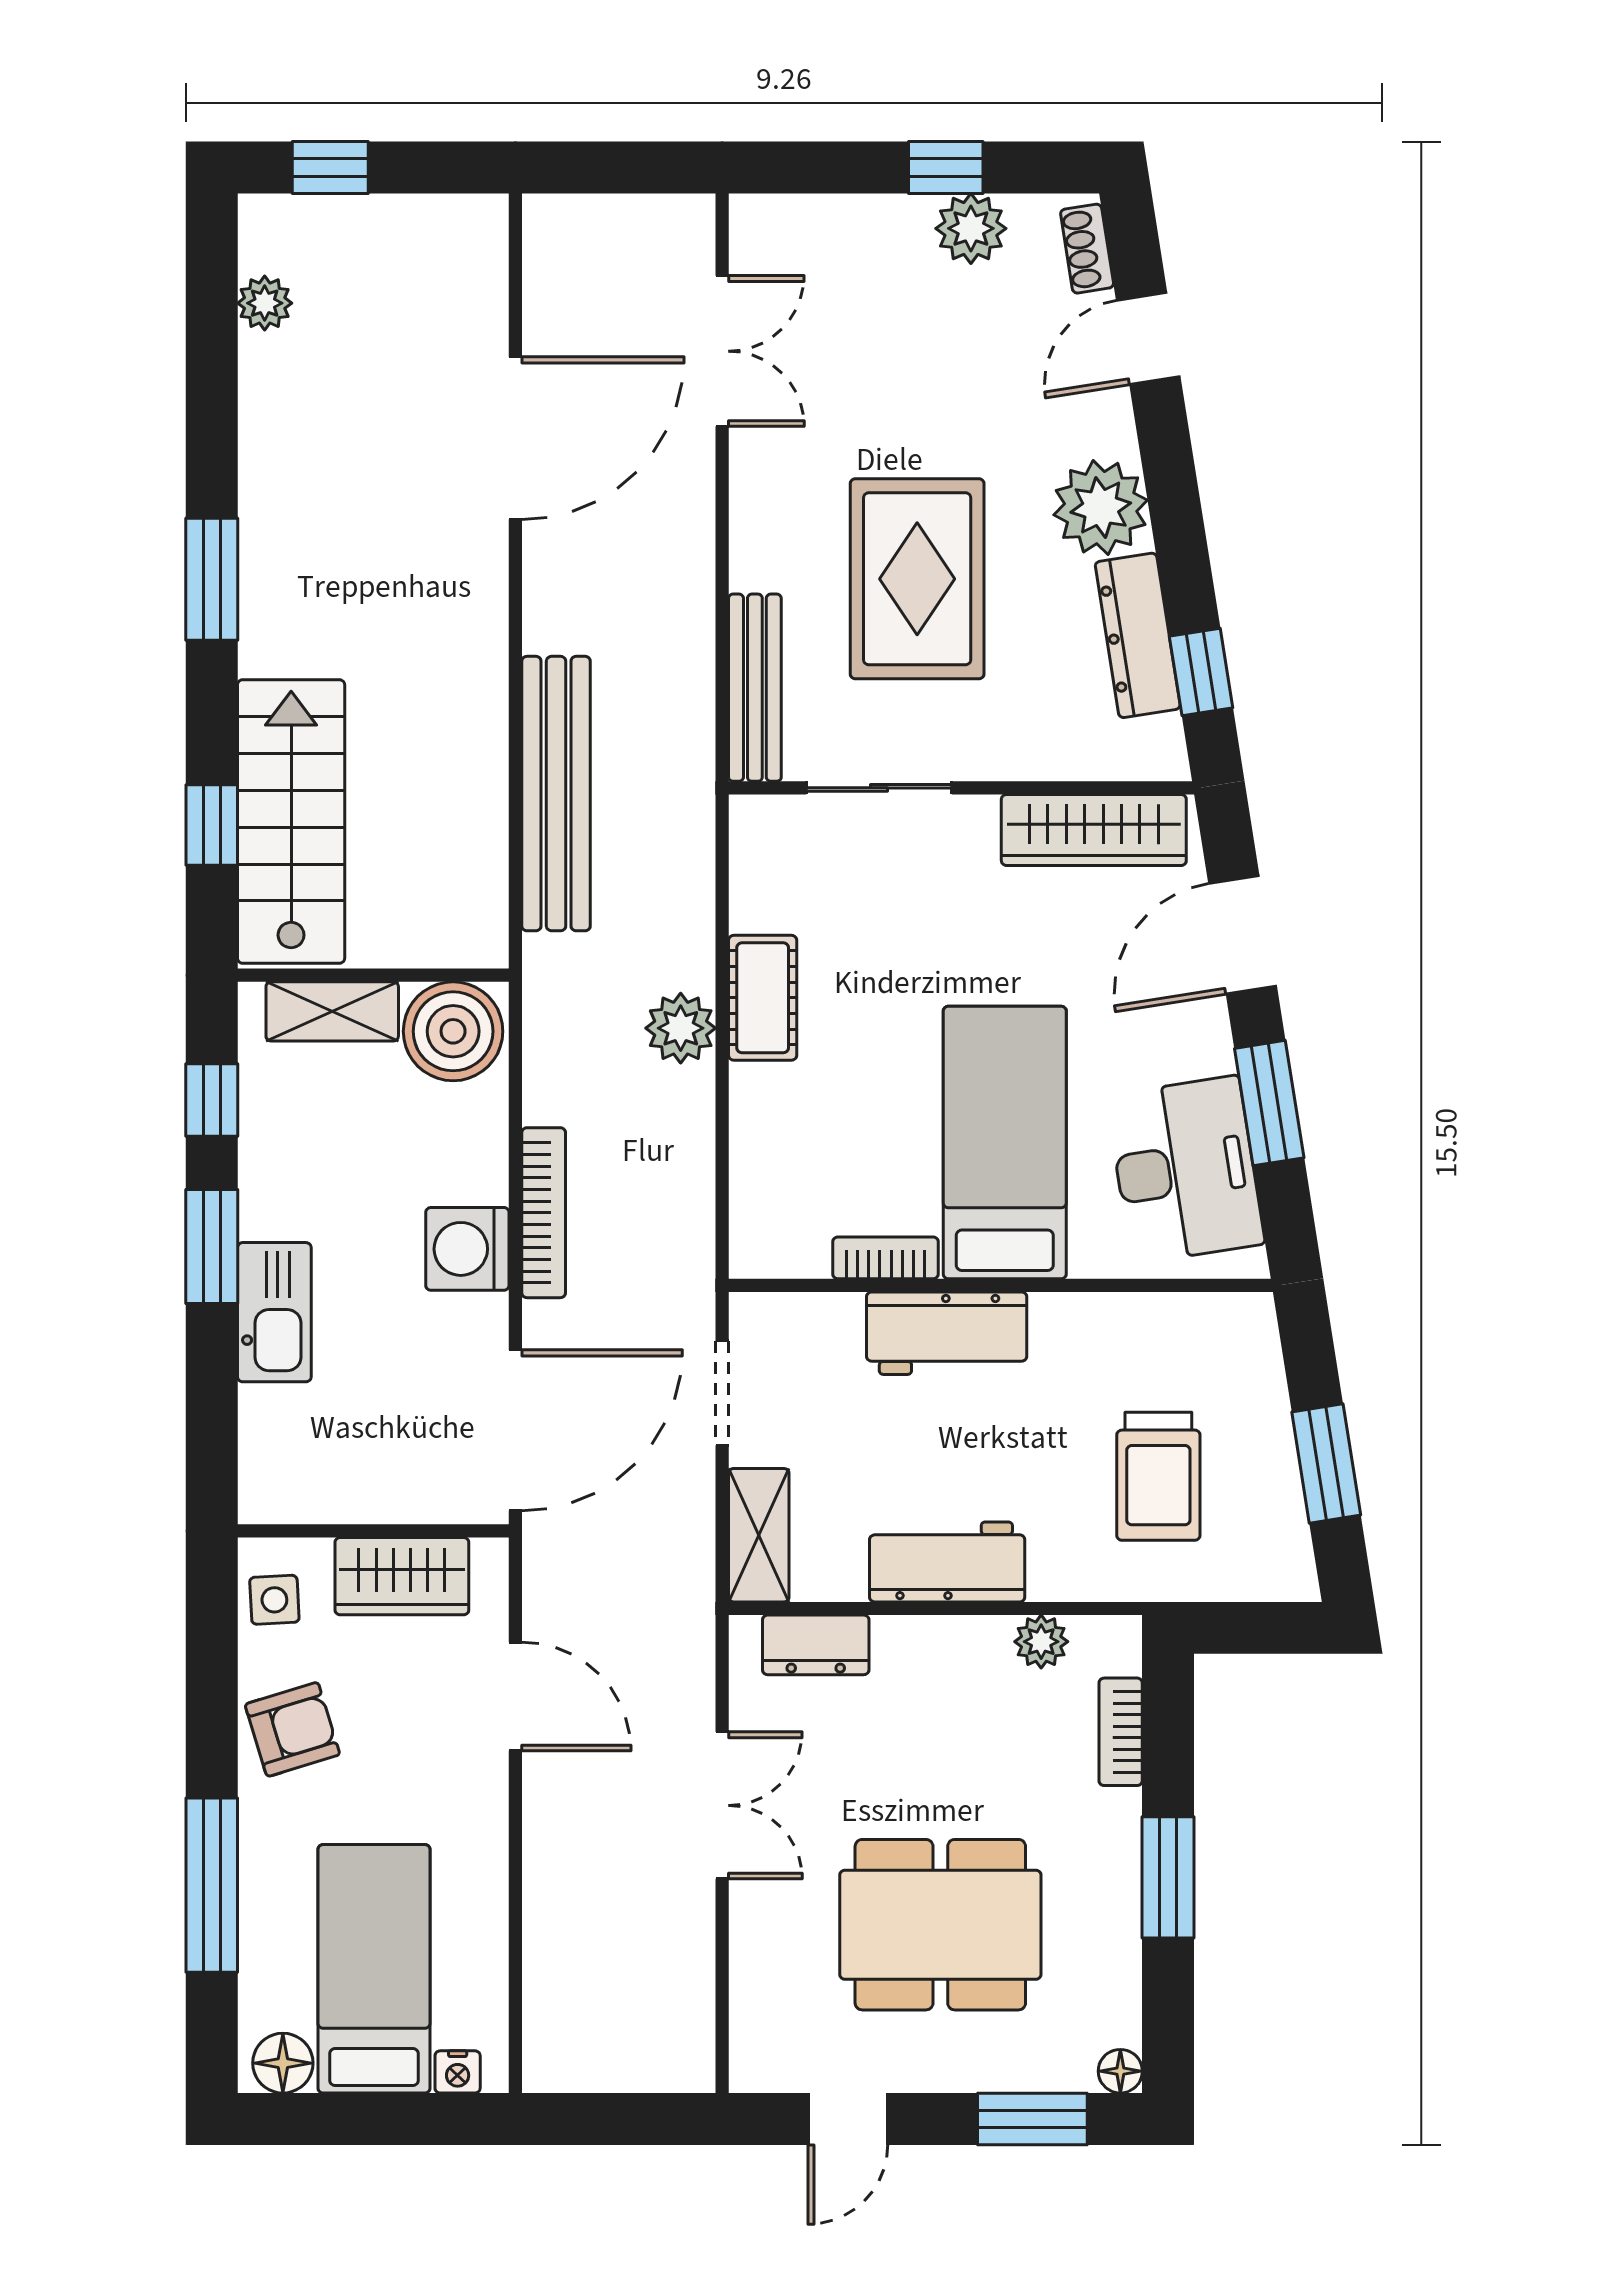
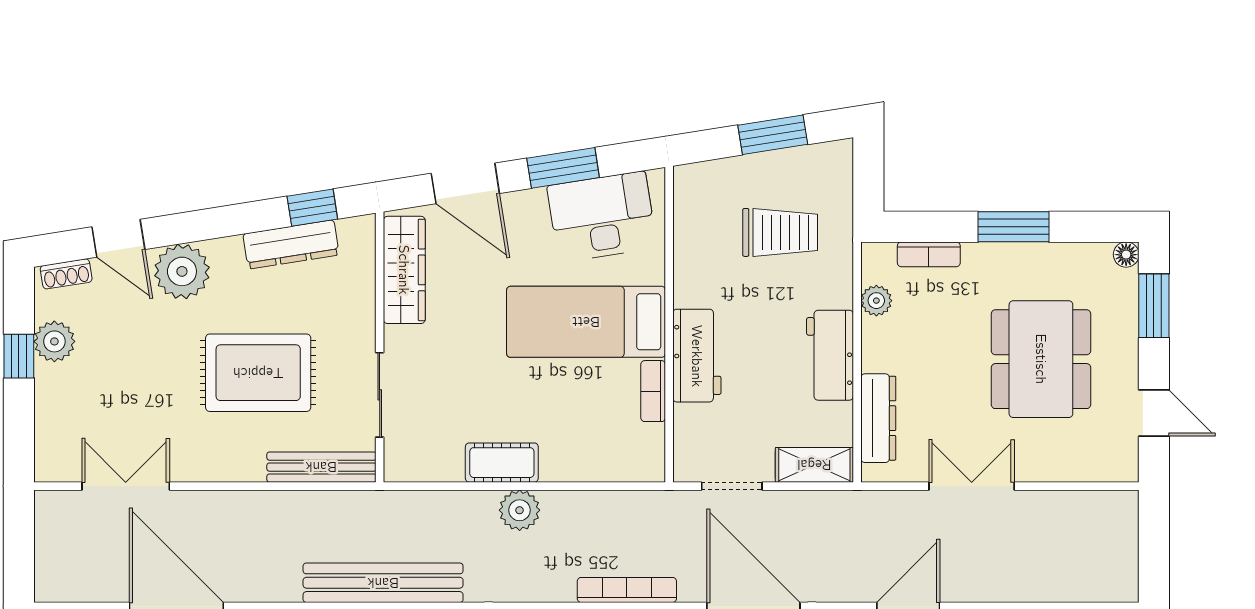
plant: (1101, 508) -> (182, 271), moved
dresser: (816, 1645) -> (878, 418), width x1.44

